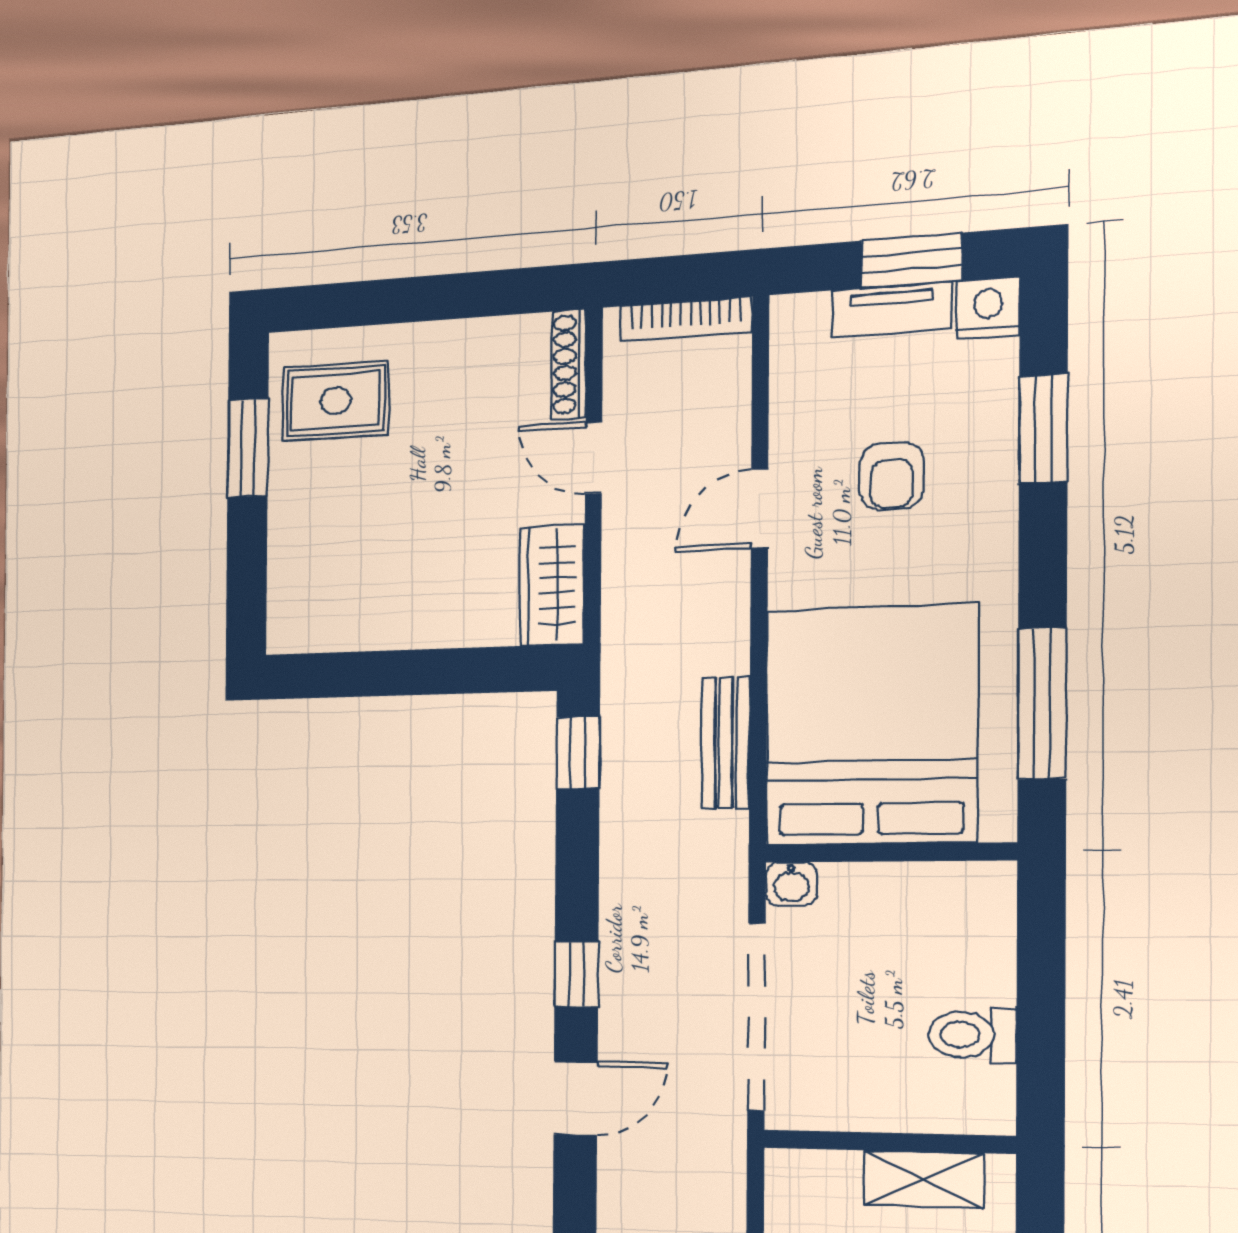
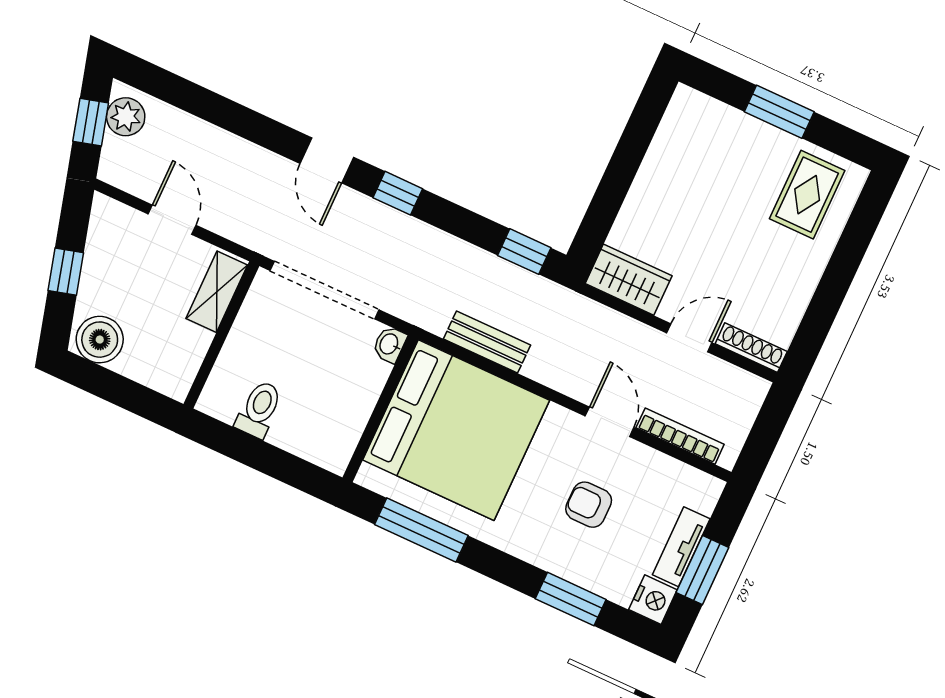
bookcase: (686, 319) -> (680, 436), moved, turned 90
window: (248, 448) -> (779, 112), moved
shelving: (923, 1180) -> (217, 292), moved

